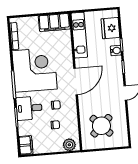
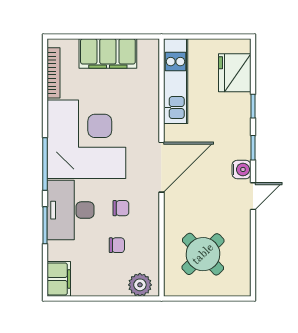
filing cabinet: (54, 22) -> (108, 53), moved
water cooler: (116, 51) -> (241, 169), moved
desk: (29, 108) -> (70, 210), width x1.37

